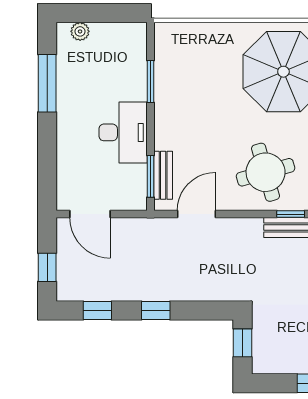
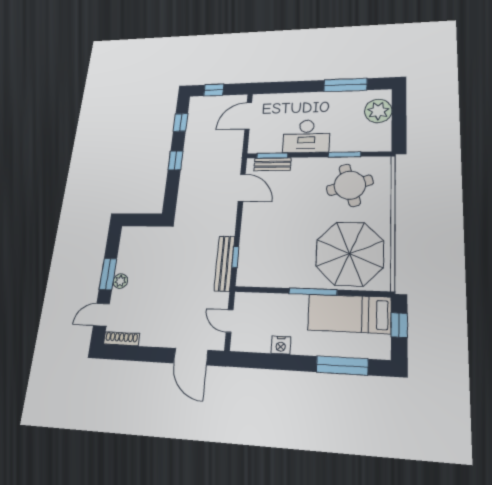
plant: (80, 31) -> (378, 111), width x1.88, depth x1.88
round table: (266, 172) -> (350, 185), moved
window: (242, 343) -> (145, 220), removed

